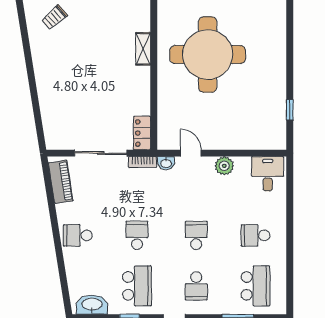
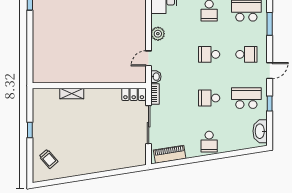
round table: (208, 55) -> (76, 46), removed

